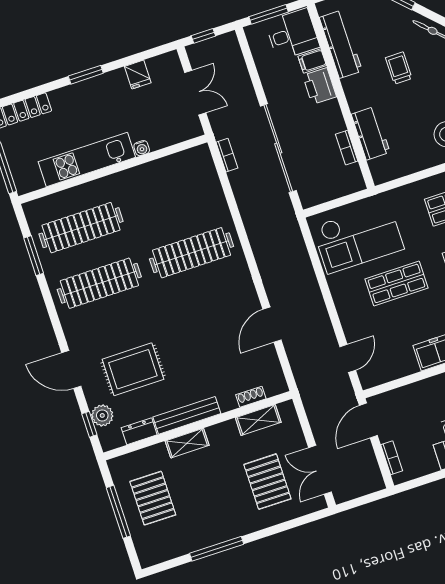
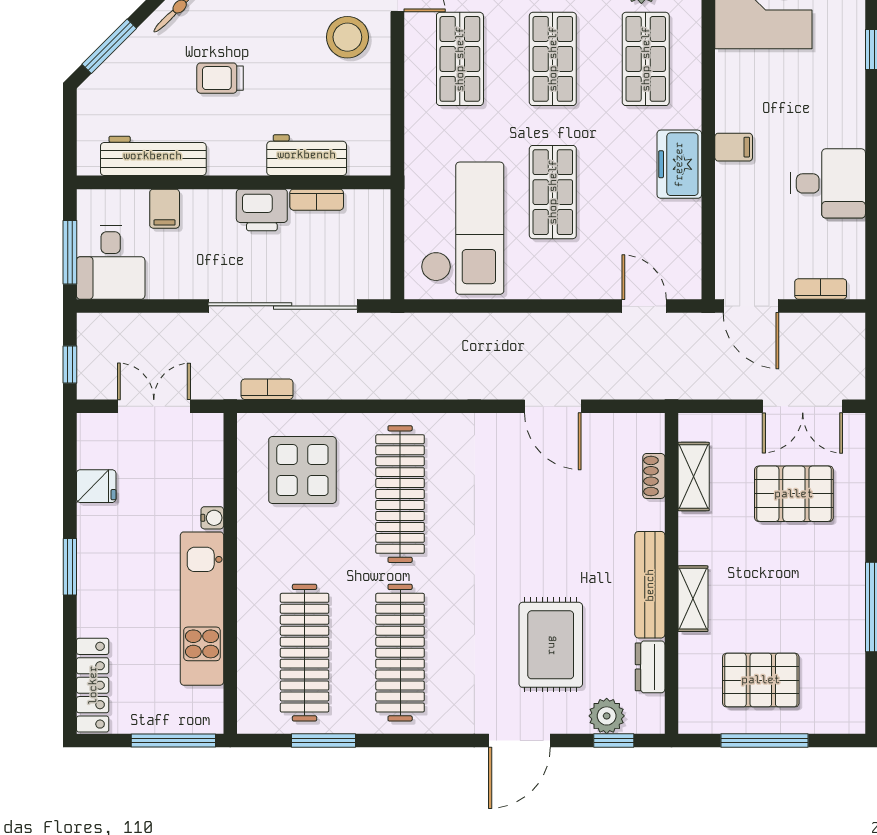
desk: (292, 34) -> (111, 263), moved, turned 180
printer: (320, 86) -> (262, 210), moved
display table: (187, 191) -> (302, 470), added

